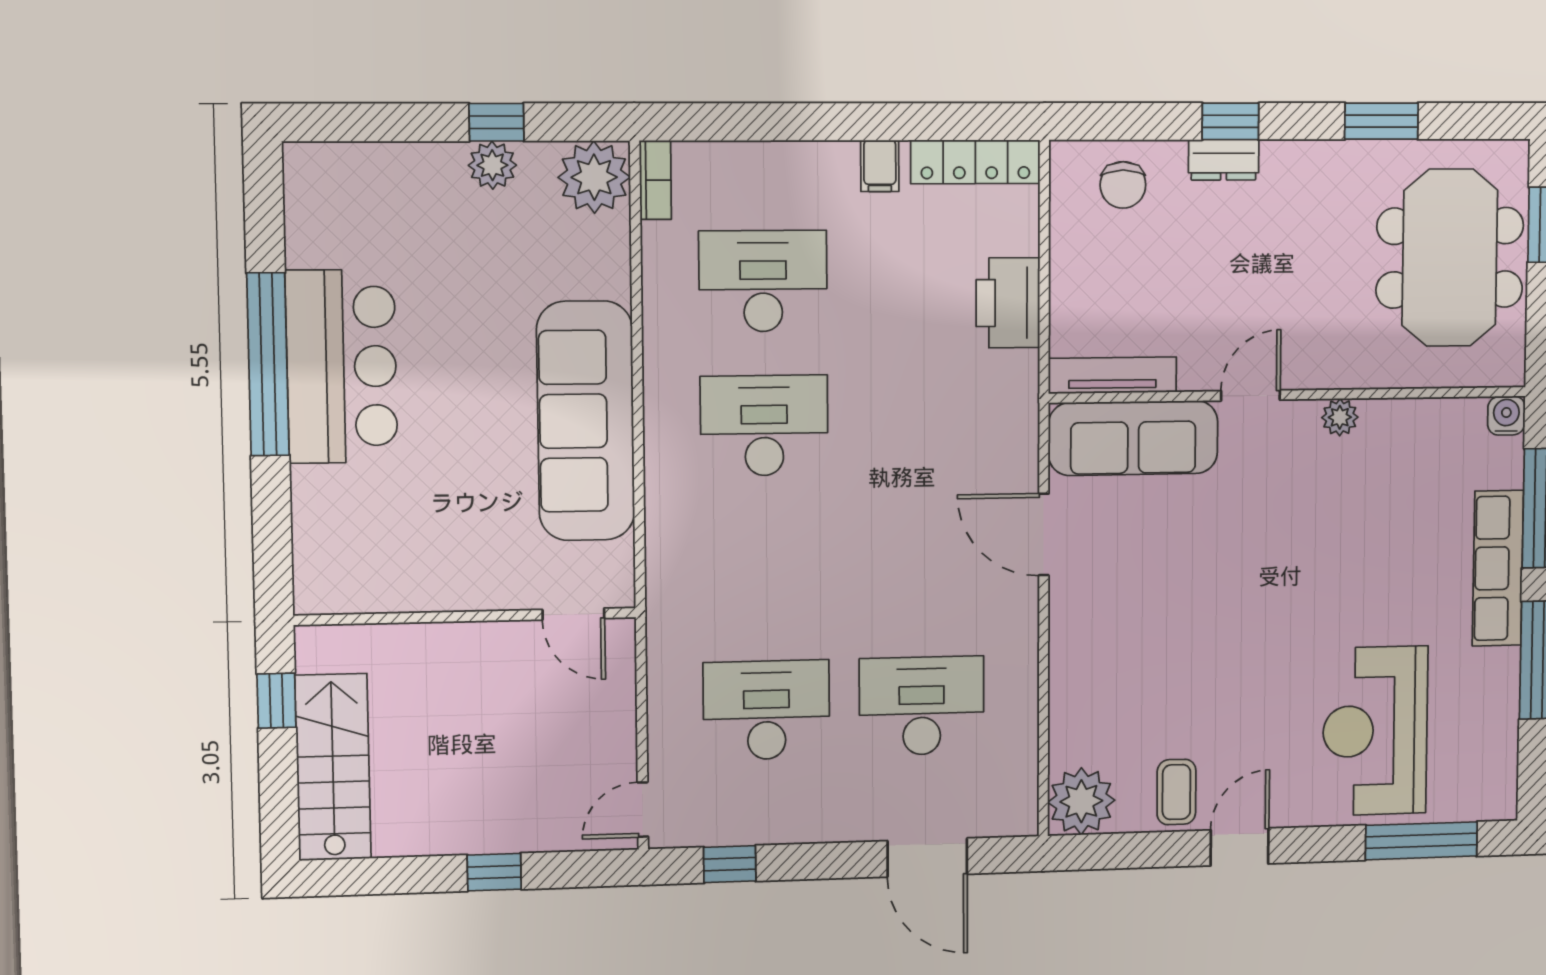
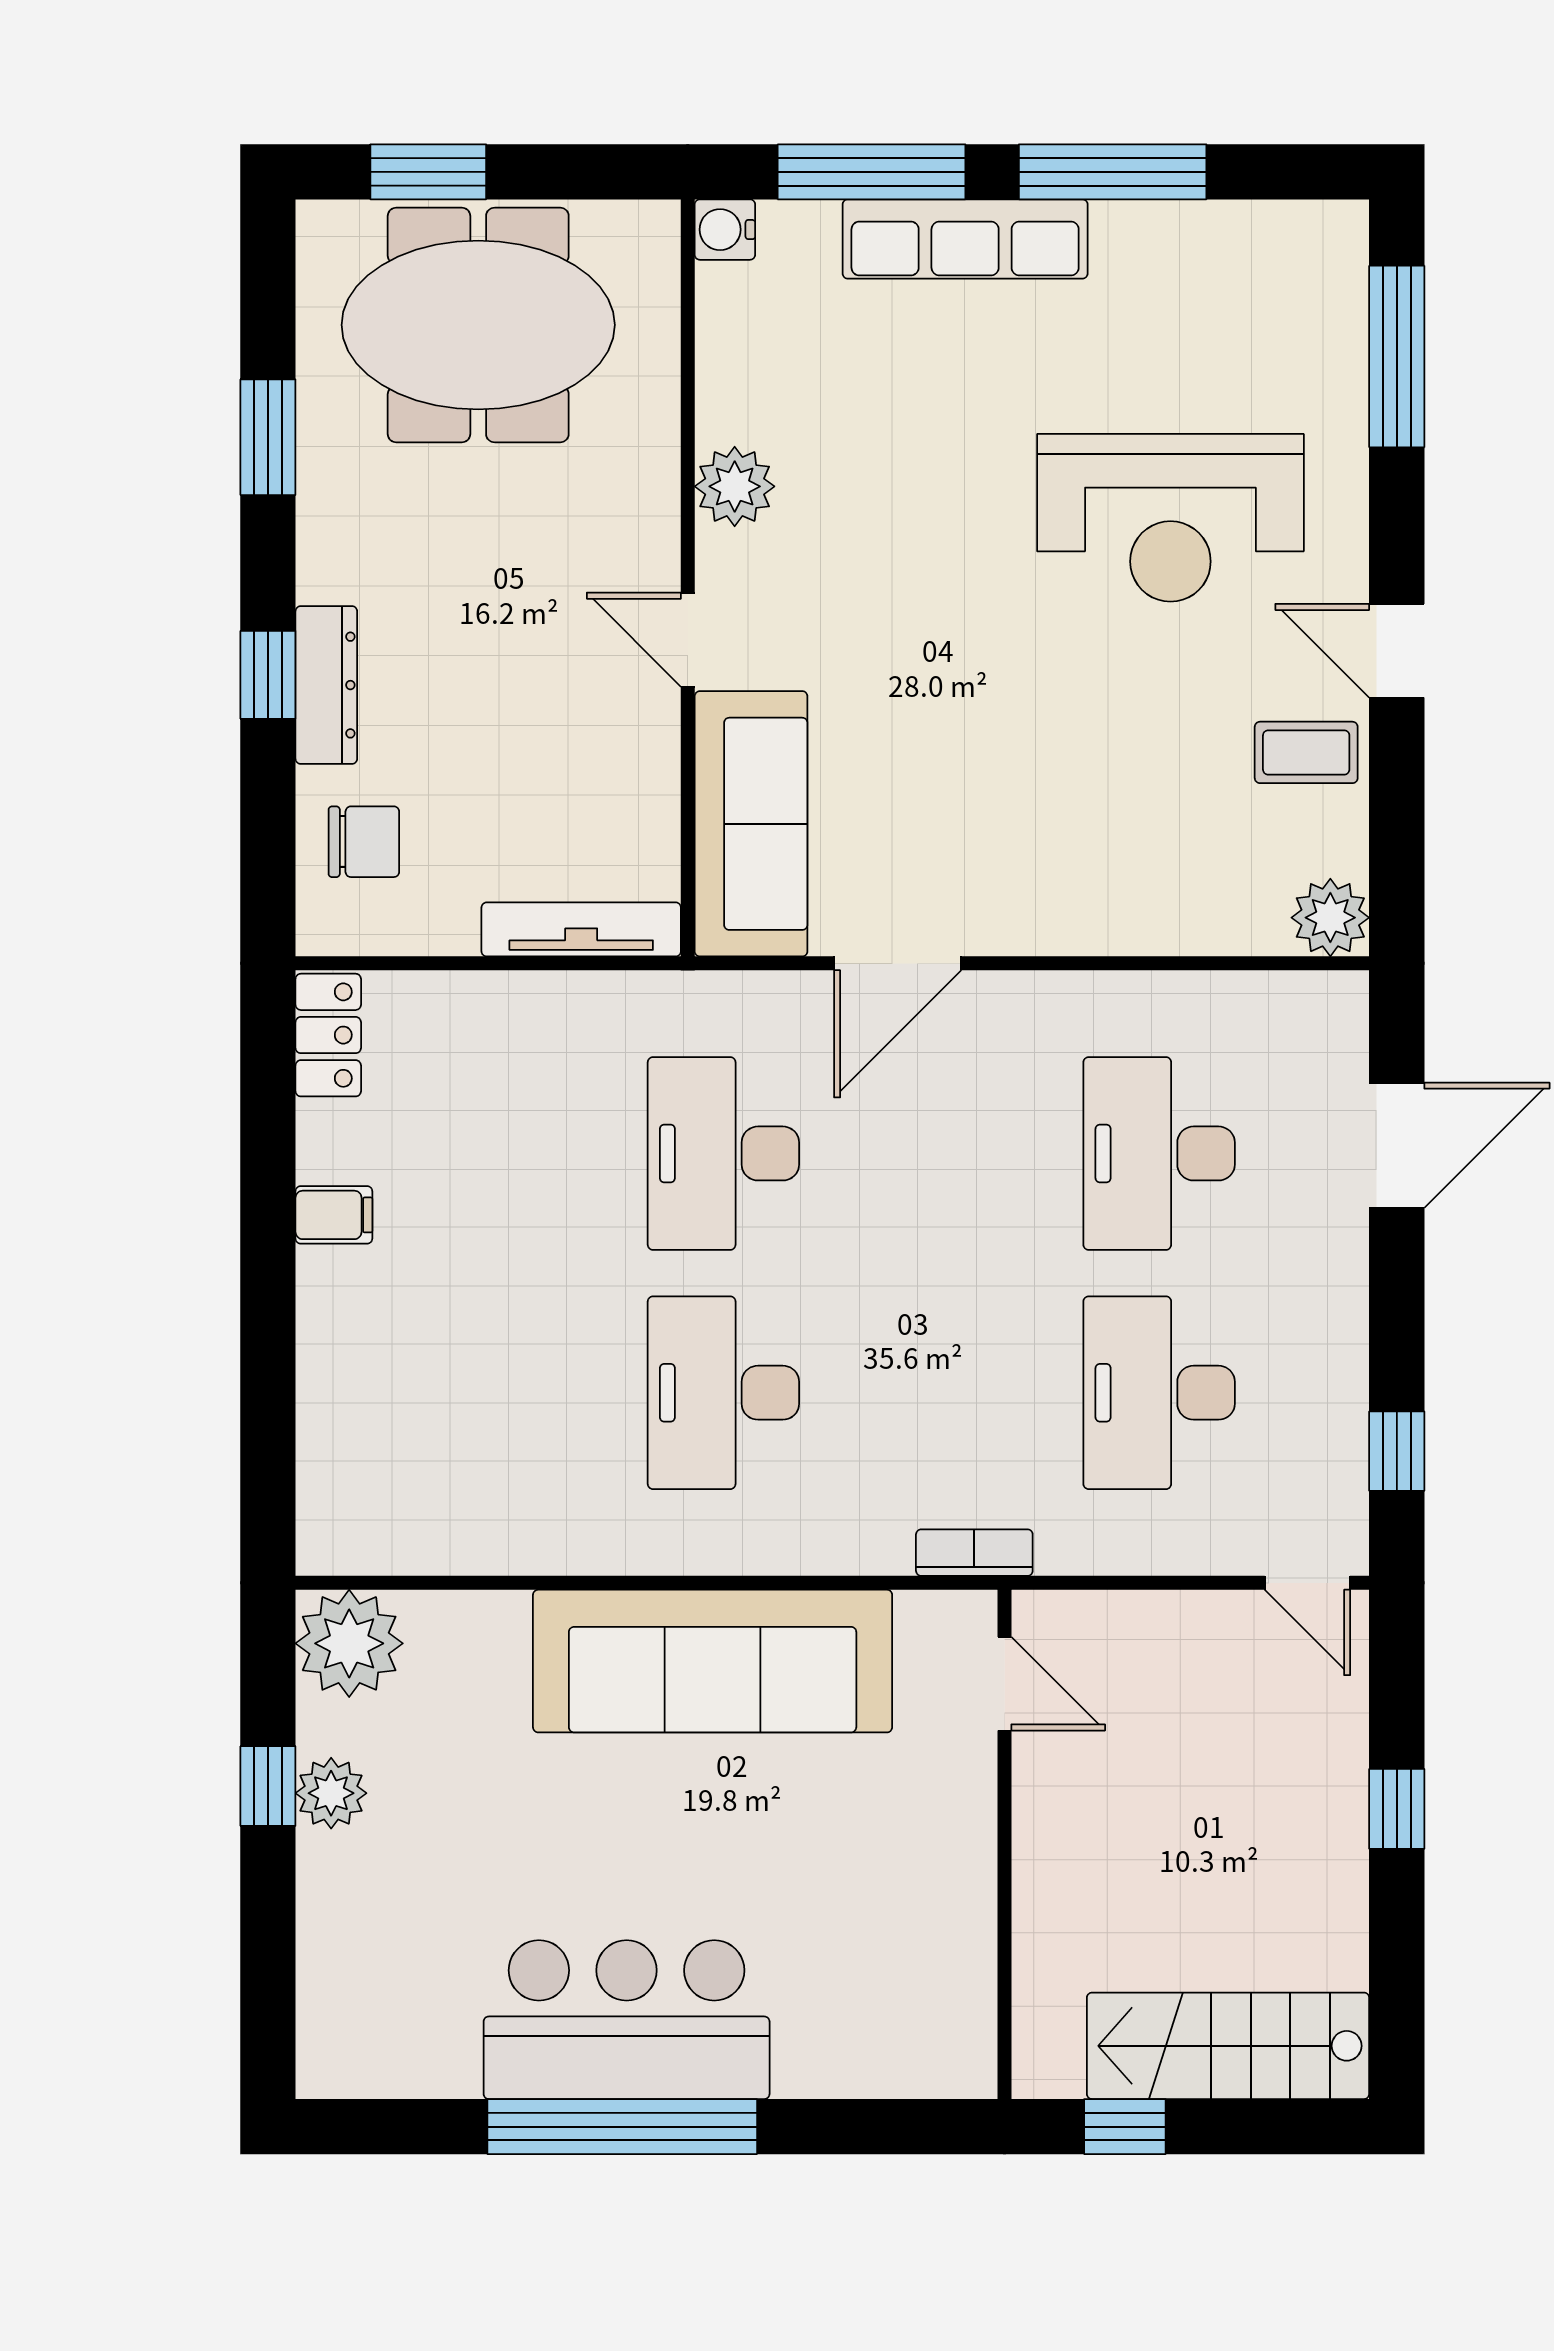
dresser: (1224, 160) -> (326, 685), width x1.44
locker: (975, 162) -> (328, 1035), width x0.66
bookcase: (655, 180) -> (974, 1553), moved
desk: (763, 281) -> (723, 1153), moved
printer: (1008, 303) -> (542, 1019), removed
tv unit: (1113, 375) -> (581, 929), moved, turned 90
plant: (1340, 417) -> (735, 486), width x1.38, depth x1.38
door: (573, 614) -> (1004, 1684), hinge flipped
reception desk: (1375, 731) -> (1170, 518), moved
plant: (1081, 801) -> (1330, 918), width x0.73, depth x0.73

